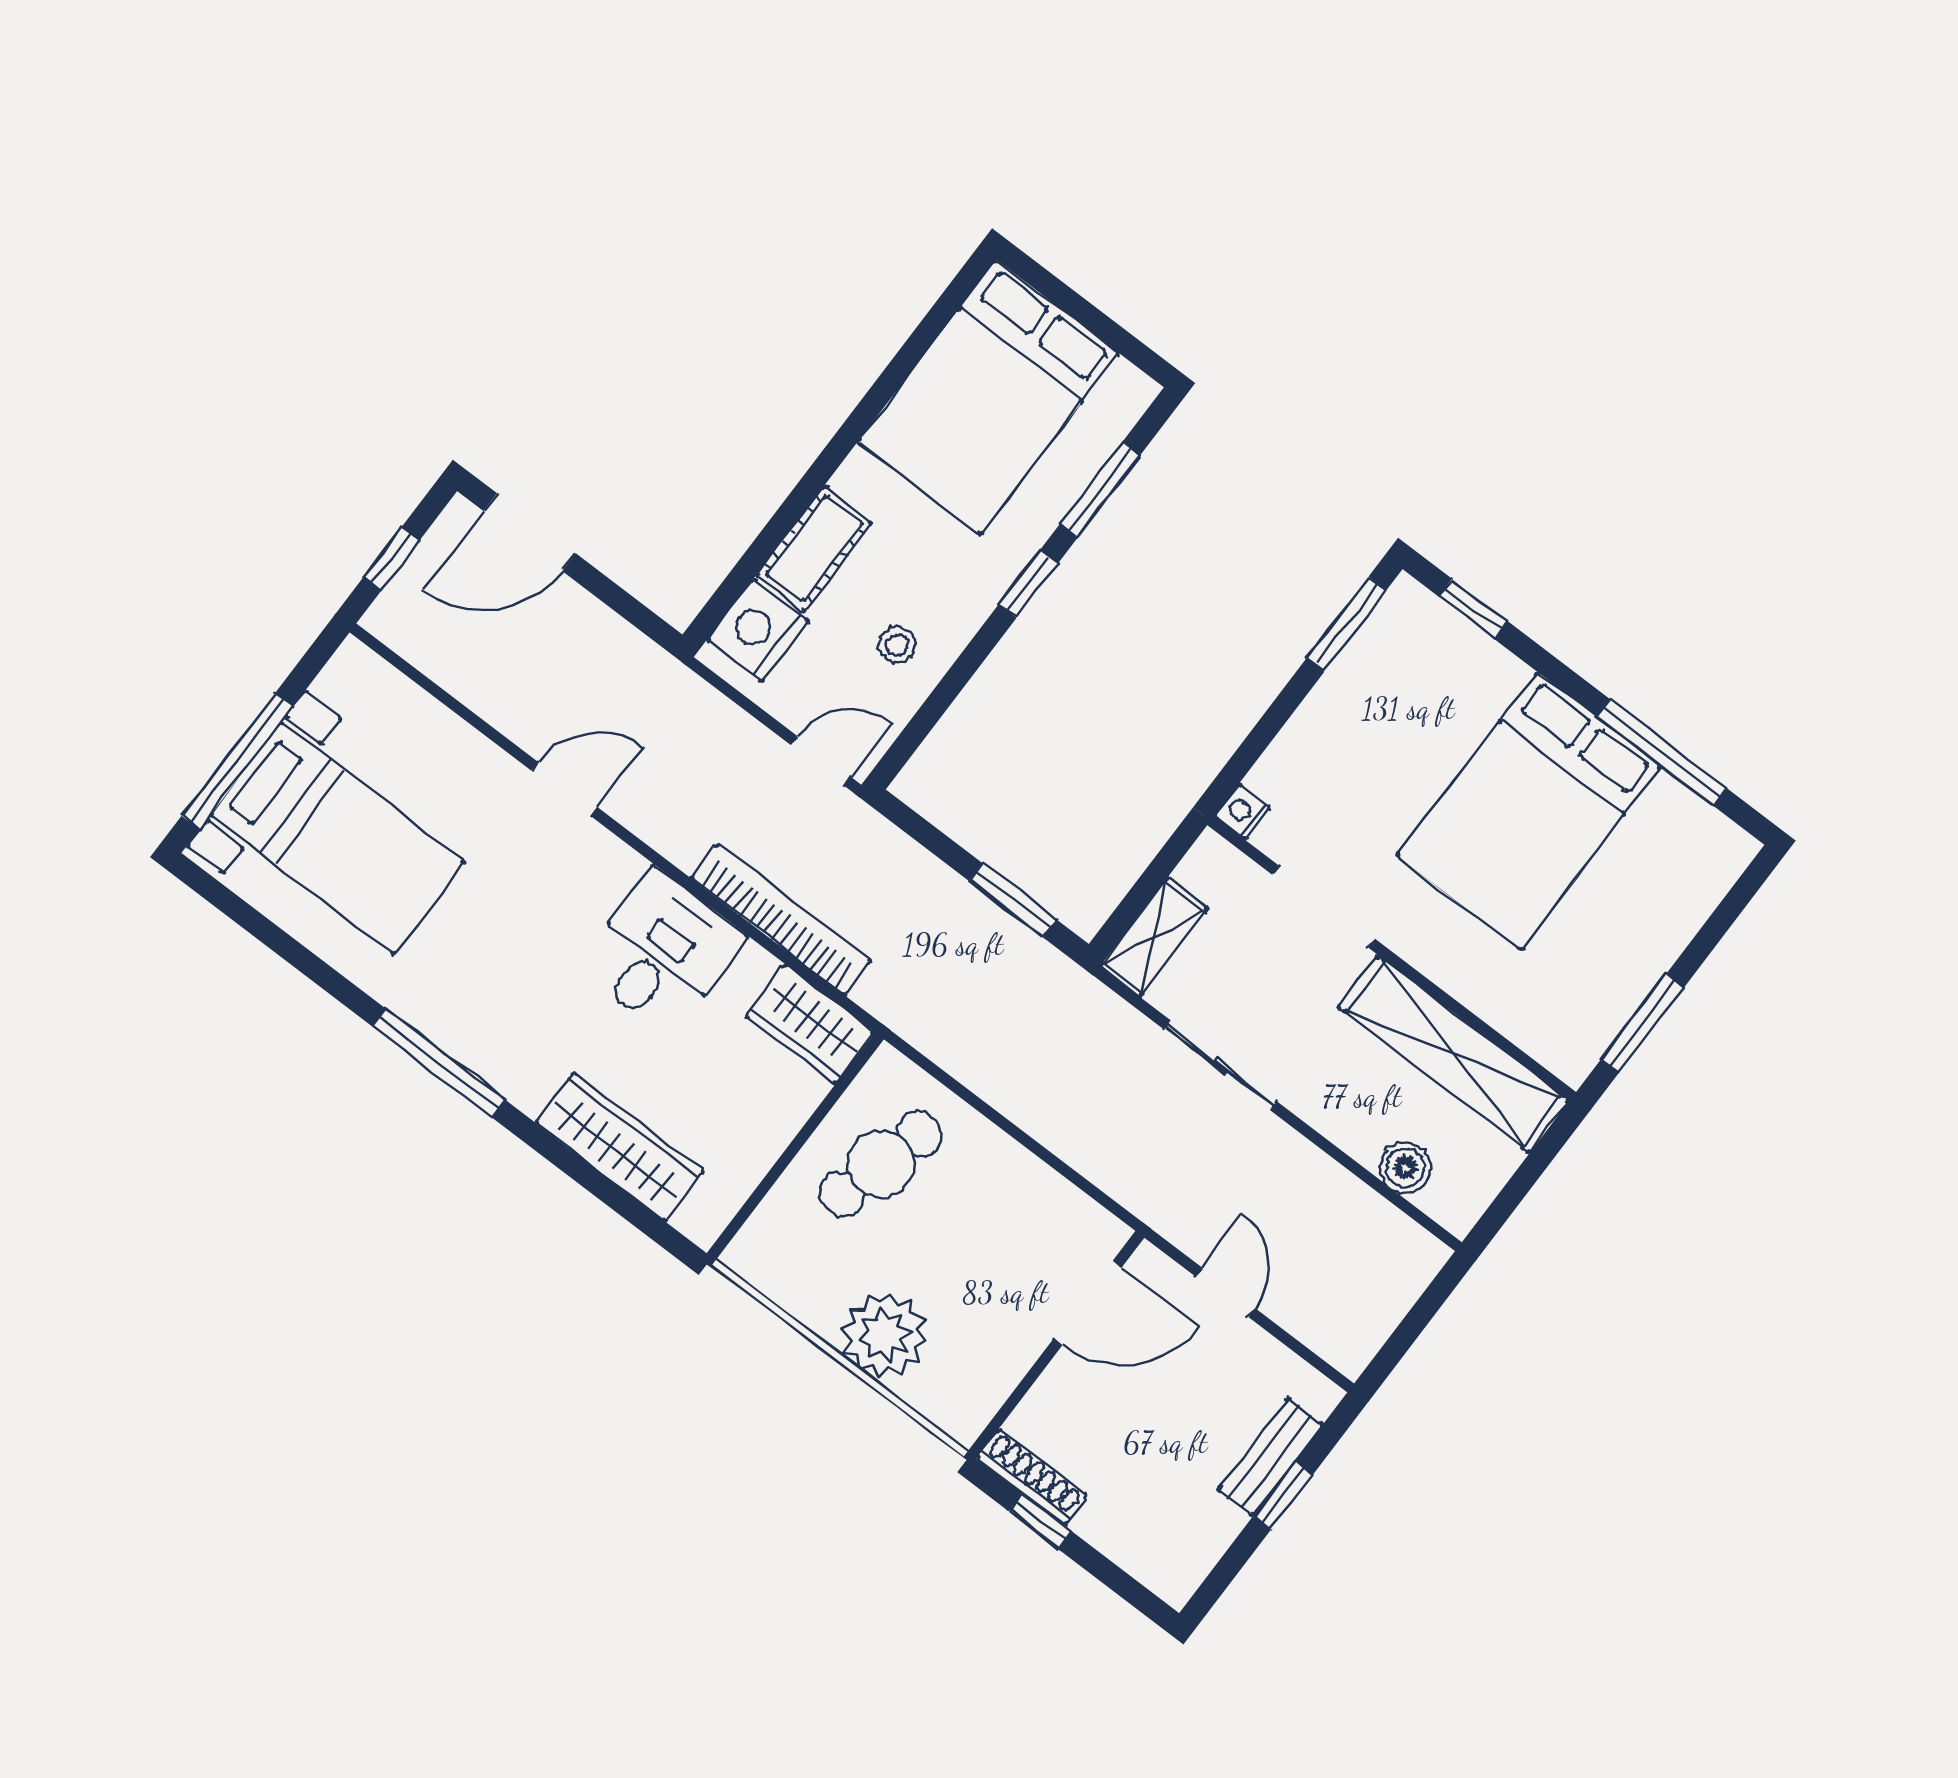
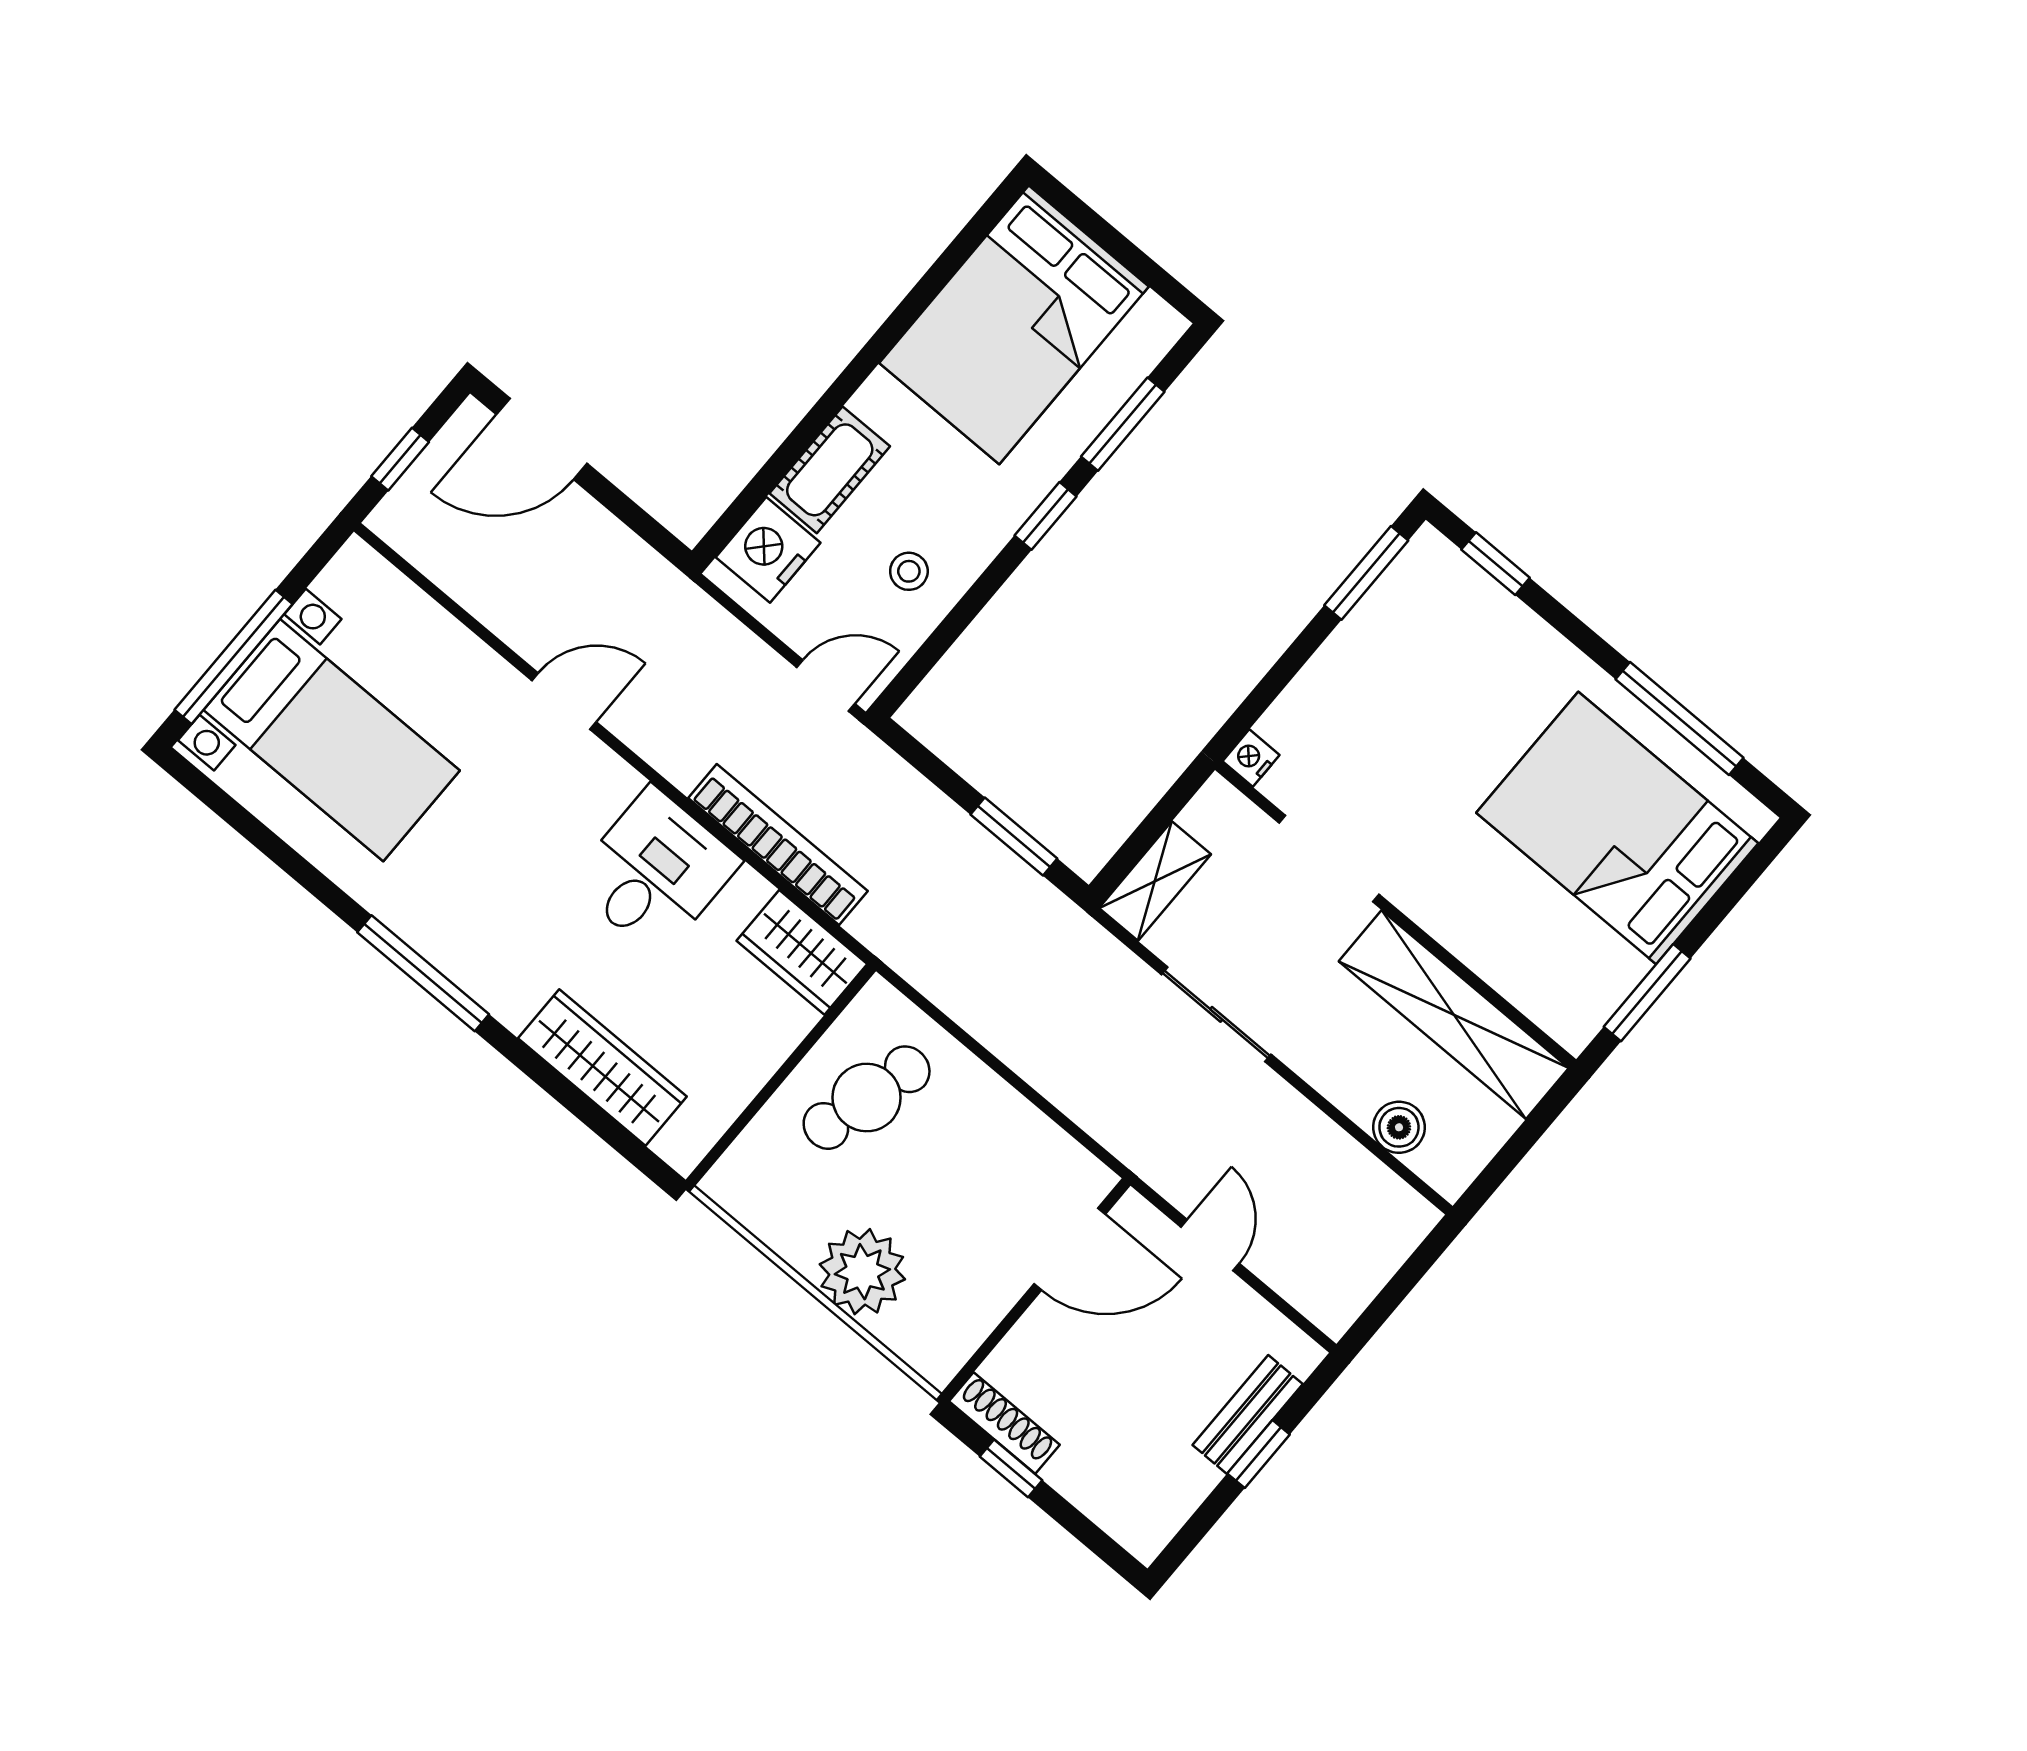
bed: (1529, 811) -> (1617, 828), moved, turned 90

